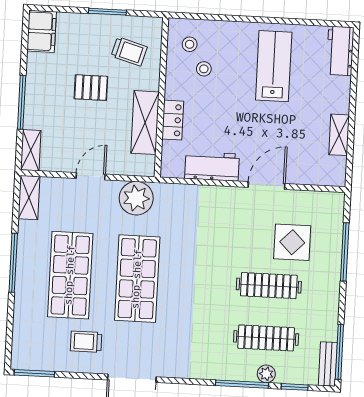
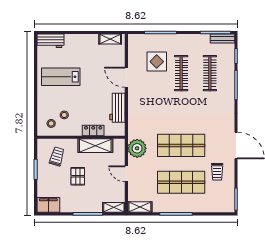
shelving: (339, 135) -> (110, 39), moved
plant: (266, 374) -> (230, 72), removed

